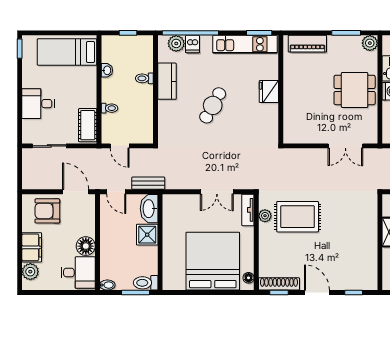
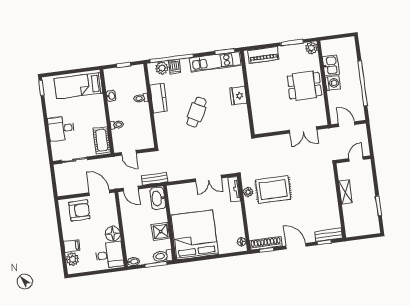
armchair: (47, 211) -> (79, 210), turned 180
shower: (147, 235) -> (161, 231), moved
filing cabinet: (32, 247) -> (72, 246), width x0.50
bed: (213, 261) -> (195, 235), moved
bench: (361, 284) -> (329, 235), added

